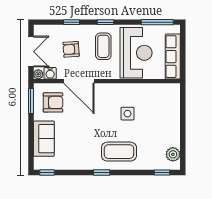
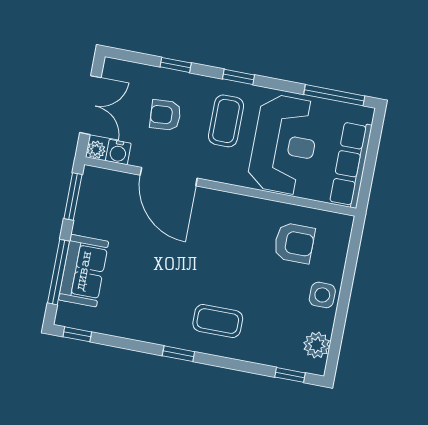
armchair: (53, 102) -> (294, 243), moved
side table: (128, 114) -> (322, 295), moved
window: (31, 142) -> (58, 272), added
coffee table: (119, 152) -> (218, 321), width x0.73, depth x0.76

